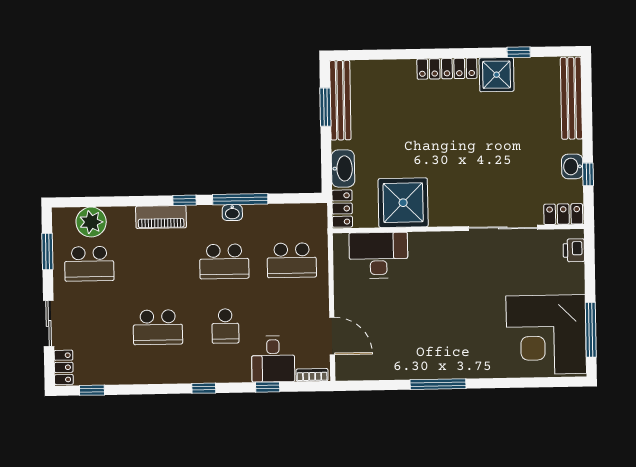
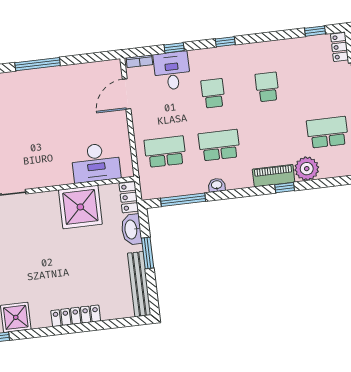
locker: (447, 69) -> (76, 316), moved
window: (325, 107) -> (148, 253), moved
window: (240, 199) -> (183, 200), moved
window: (185, 200) -> (285, 188), moved
plant: (91, 222) -> (307, 169), moved
school desk: (158, 327) -> (267, 87), width x0.54
door: (332, 336) -> (127, 94), hinge flipped

